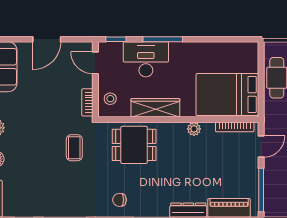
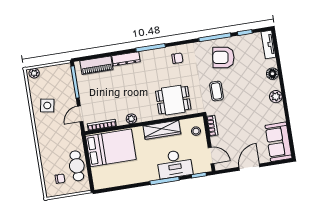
armchair: (58, 191) -> (223, 57), added

